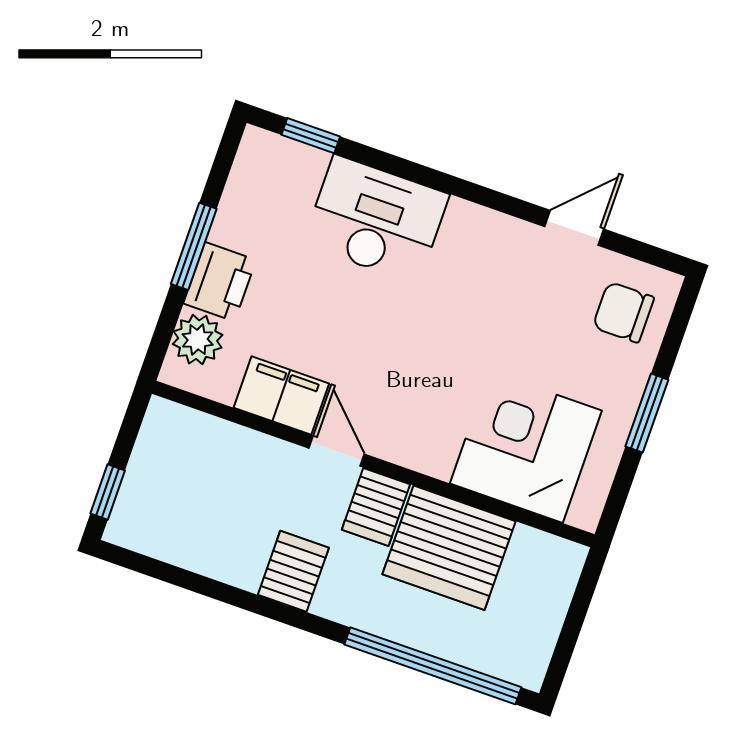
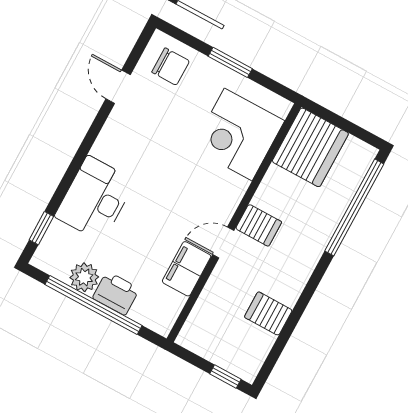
window: (194, 246) -> (94, 305), width x2.11
chair: (623, 312) -> (171, 67), turned -90
plant: (198, 340) -> (84, 277), moved
server rack: (449, 548) -> (310, 147), moved
server rack: (293, 571) -> (268, 314), moved

